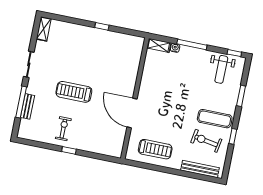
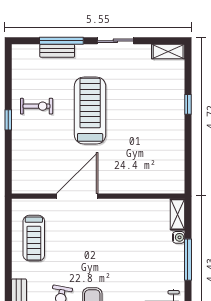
window: (102, 26) -> (188, 104), moved
treadmill: (74, 92) -> (90, 111), width x1.37, depth x1.37

